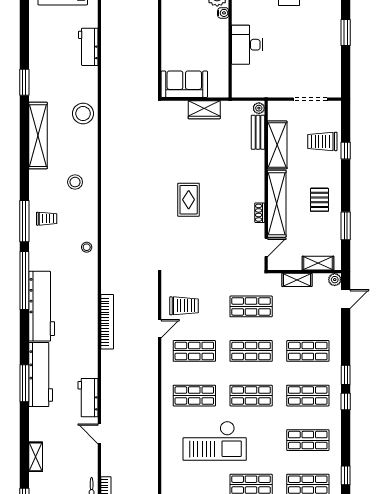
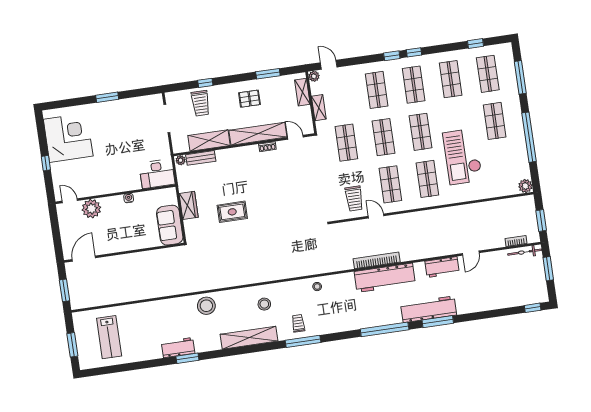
water cooler: (223, 13) -> (129, 198), moved
desk: (247, 45) -> (157, 174), moved
workbench: (88, 47) -> (178, 348), moved, turned 180
shelving: (38, 136) -> (249, 338), moved
rug: (189, 200) -> (232, 212), moved
window: (24, 281) -> (385, 329), moved
workbench: (42, 306) -> (385, 278), moved, turned 180
trolley: (184, 306) -> (354, 199), turned 180
checkout: (215, 441) -> (463, 157), turned 180
shelving: (36, 457) -> (498, 303), removed

